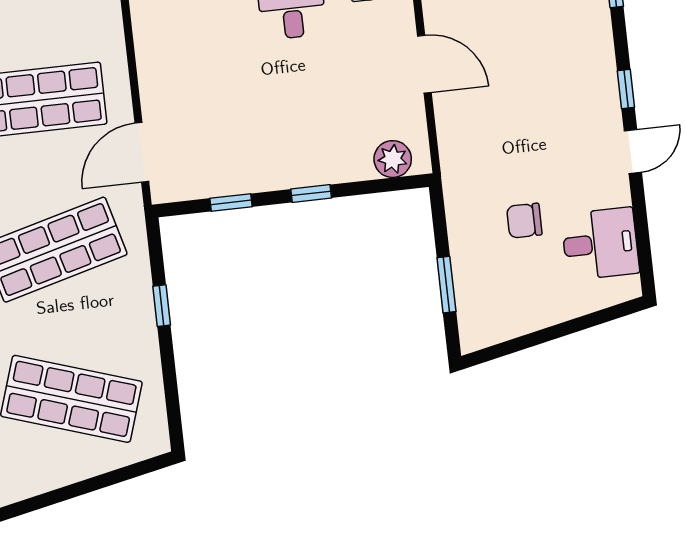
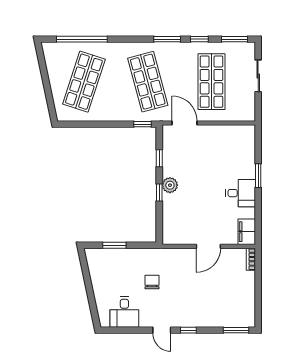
plant: (393, 159) -> (170, 185), moved
chair: (524, 221) -> (152, 282), moved
window: (162, 306) -> (143, 124), moved

